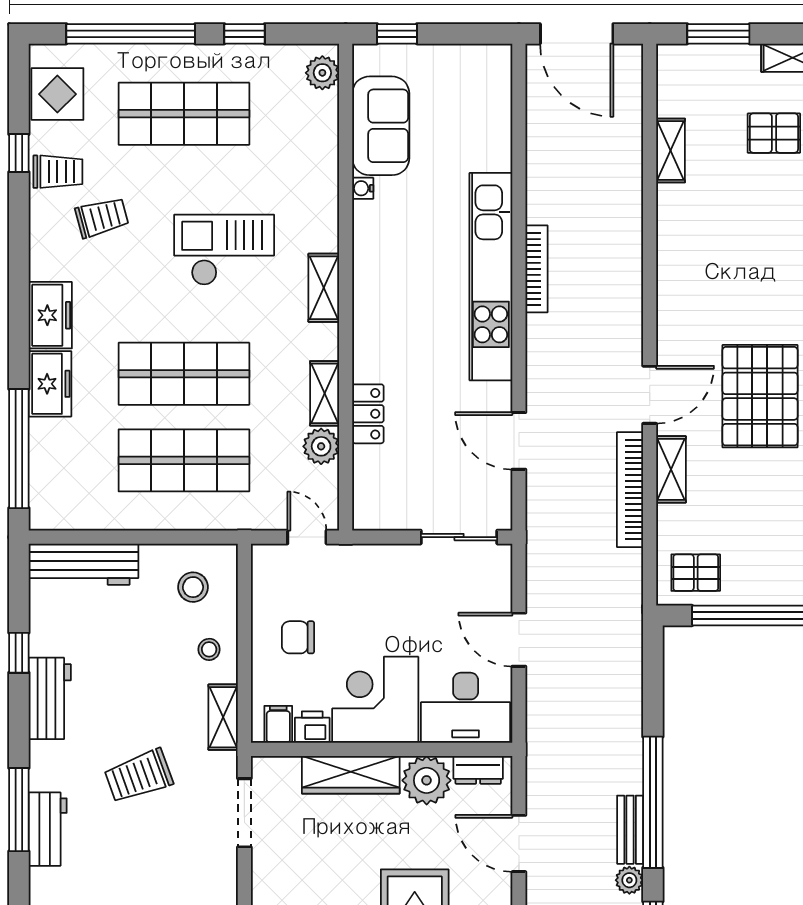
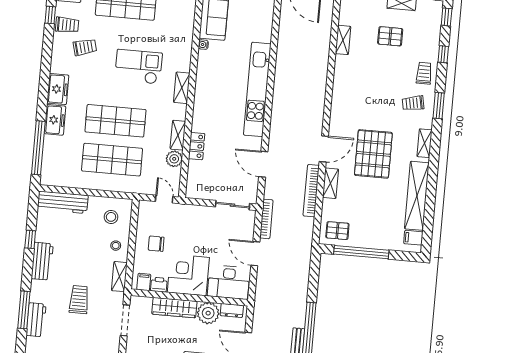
bookcase: (537, 269) -> (266, 219), moved
trolley: (139, 776) -> (79, 300), turned 110

